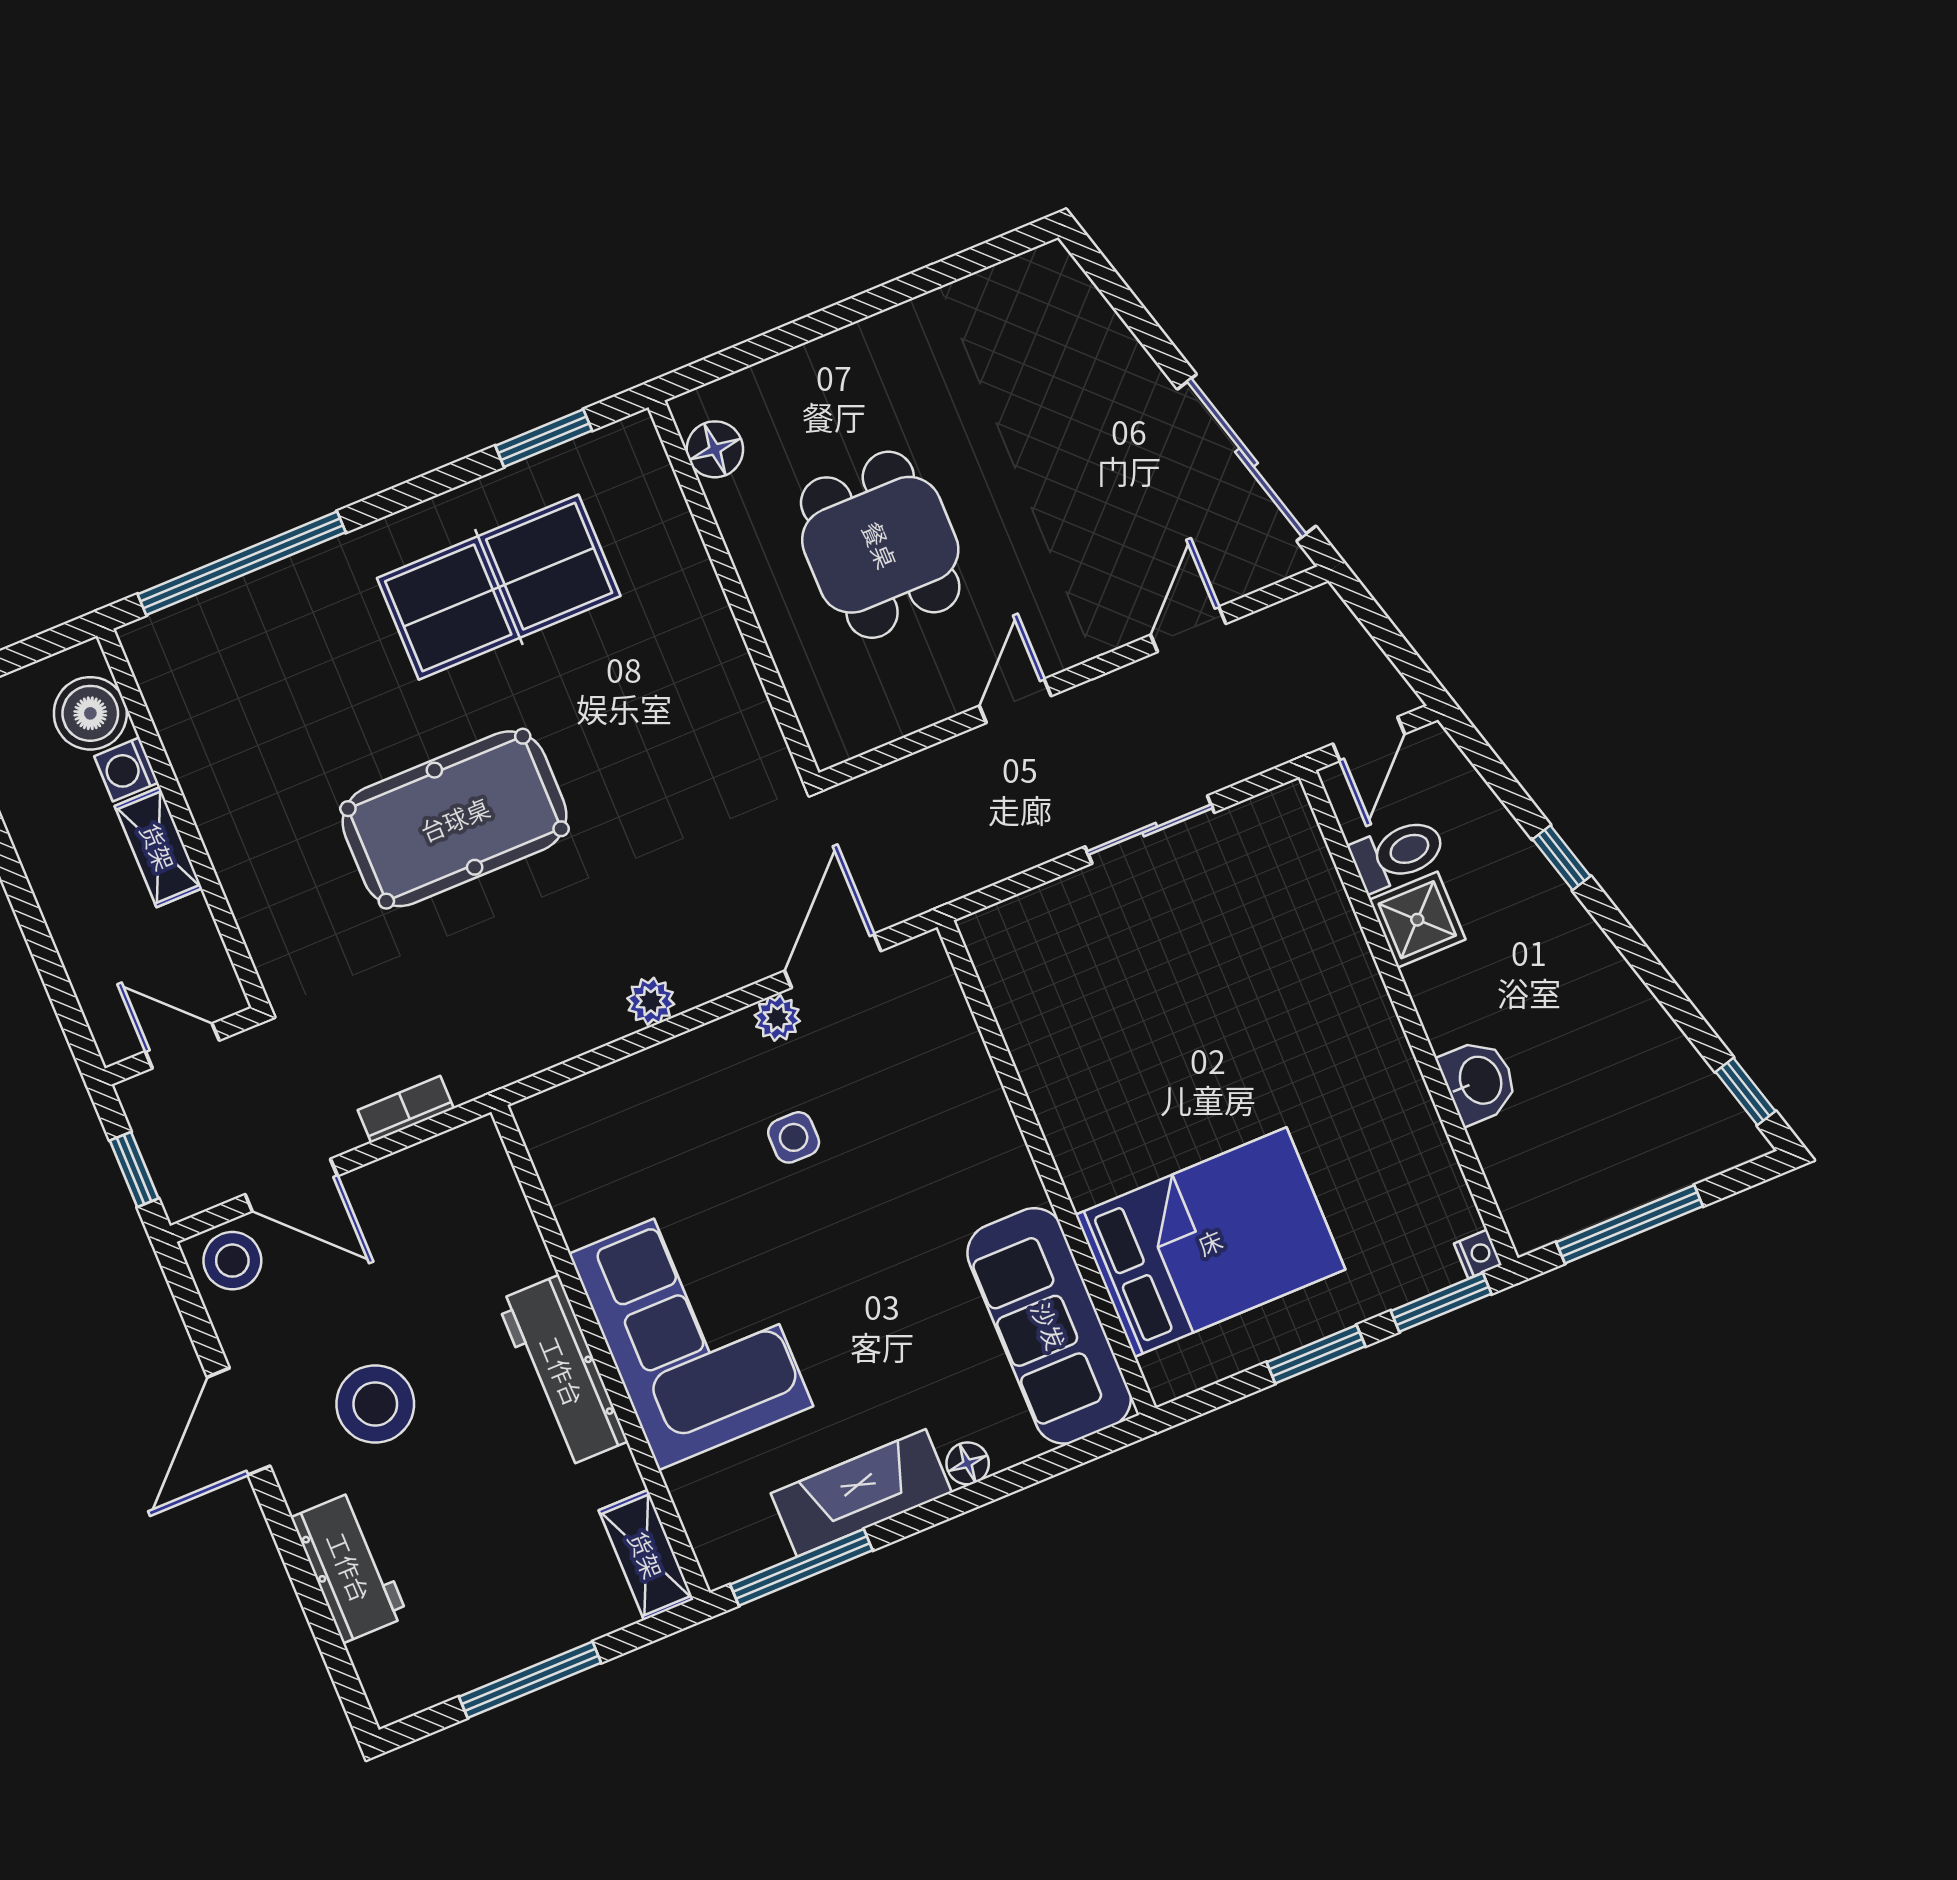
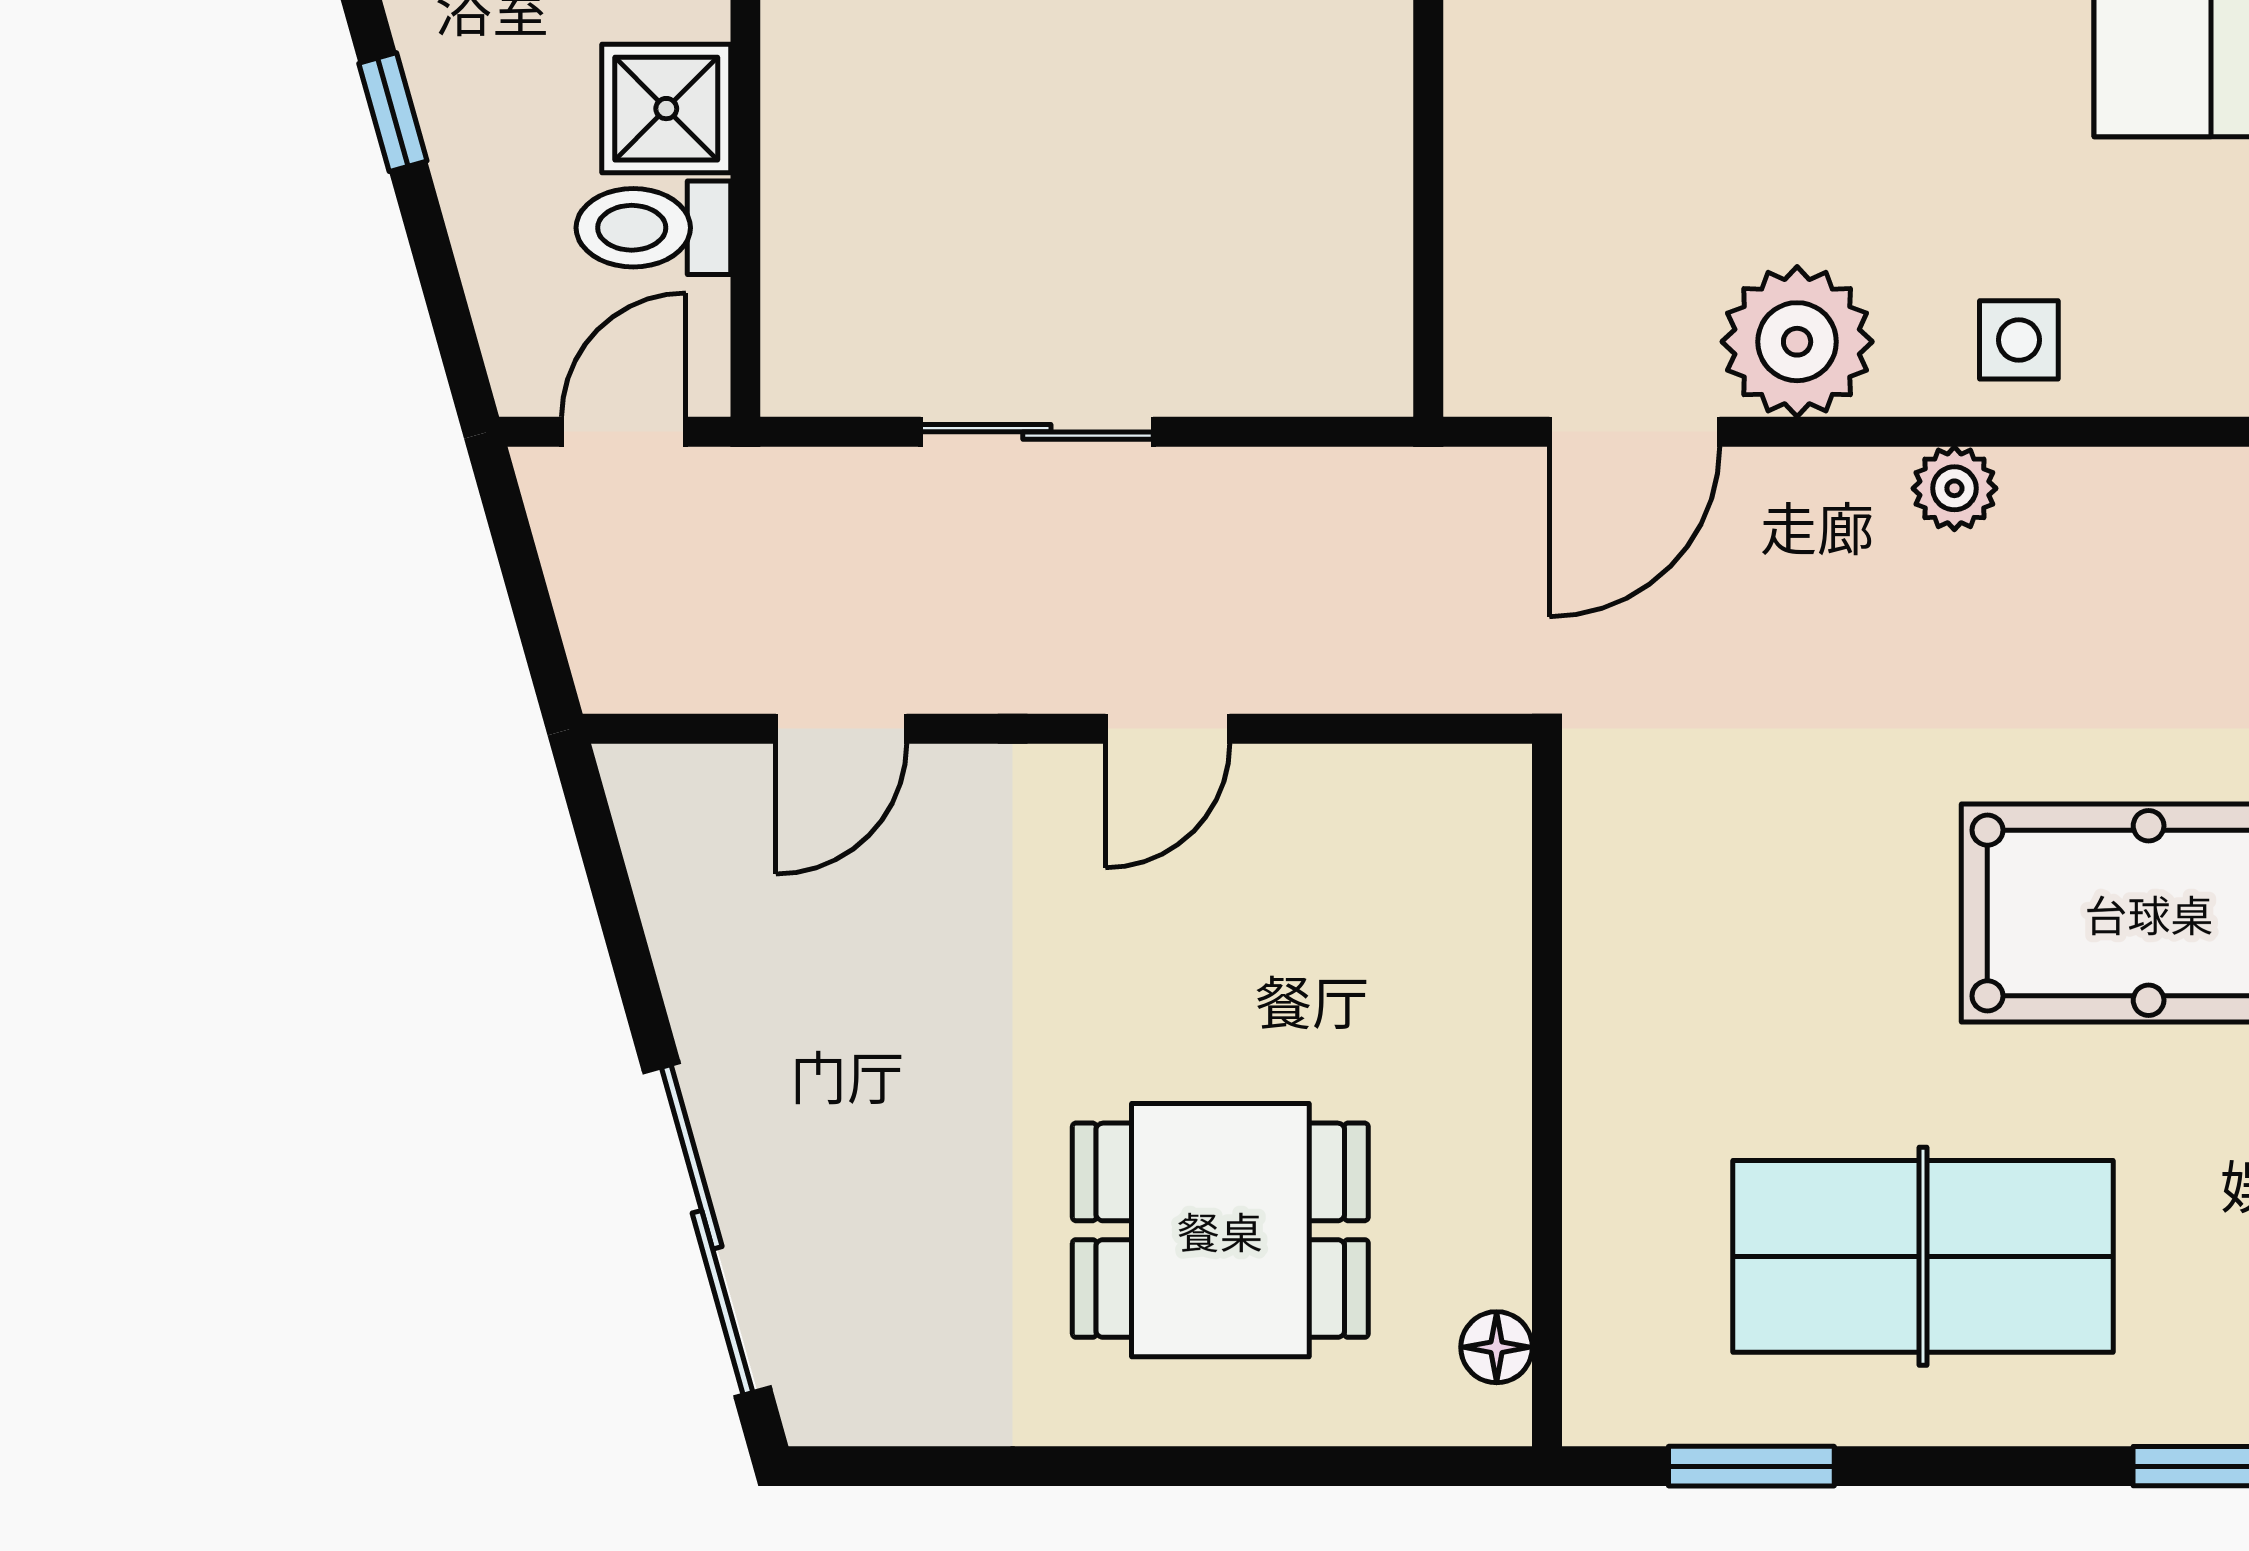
floor lamp: (715, 449) -> (1497, 1347), width x0.73, depth x0.73
sliding door: (1247, 458) -> (707, 1230), moved
dining table: (880, 545) -> (1220, 1230), moved, turned 90
plant: (777, 1018) -> (1797, 342), width x1.87, depth x1.87
side table: (794, 1137) -> (2019, 340), moved

